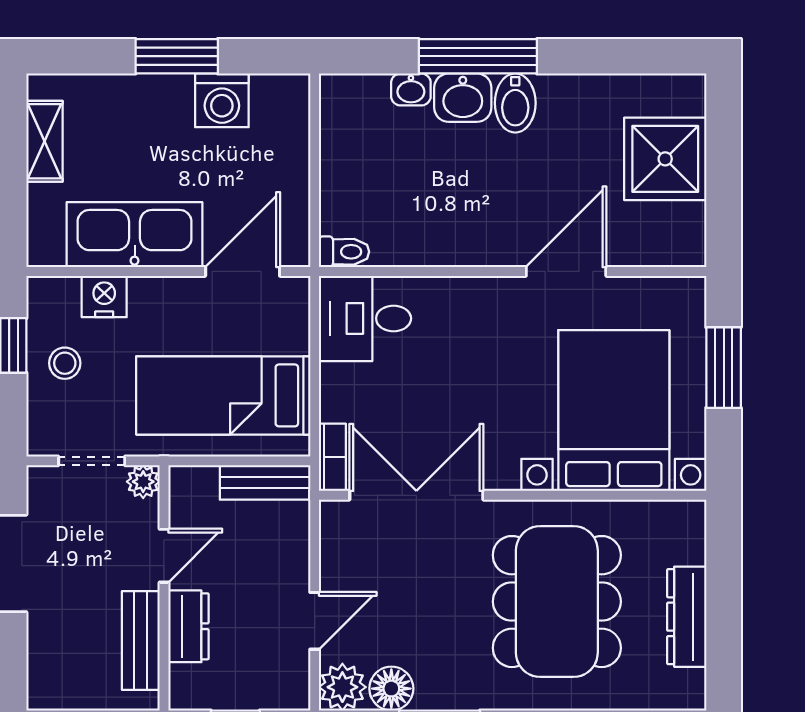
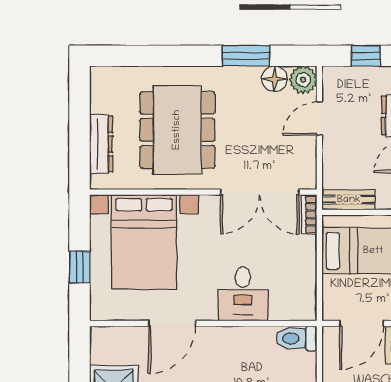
toilet: (344, 252) -> (297, 338), width x1.37, depth x1.39
desk: (365, 318) -> (243, 294), moved, turned 90
window: (724, 368) -> (80, 267), width x0.67
dresser: (687, 617) -> (101, 144), moved

